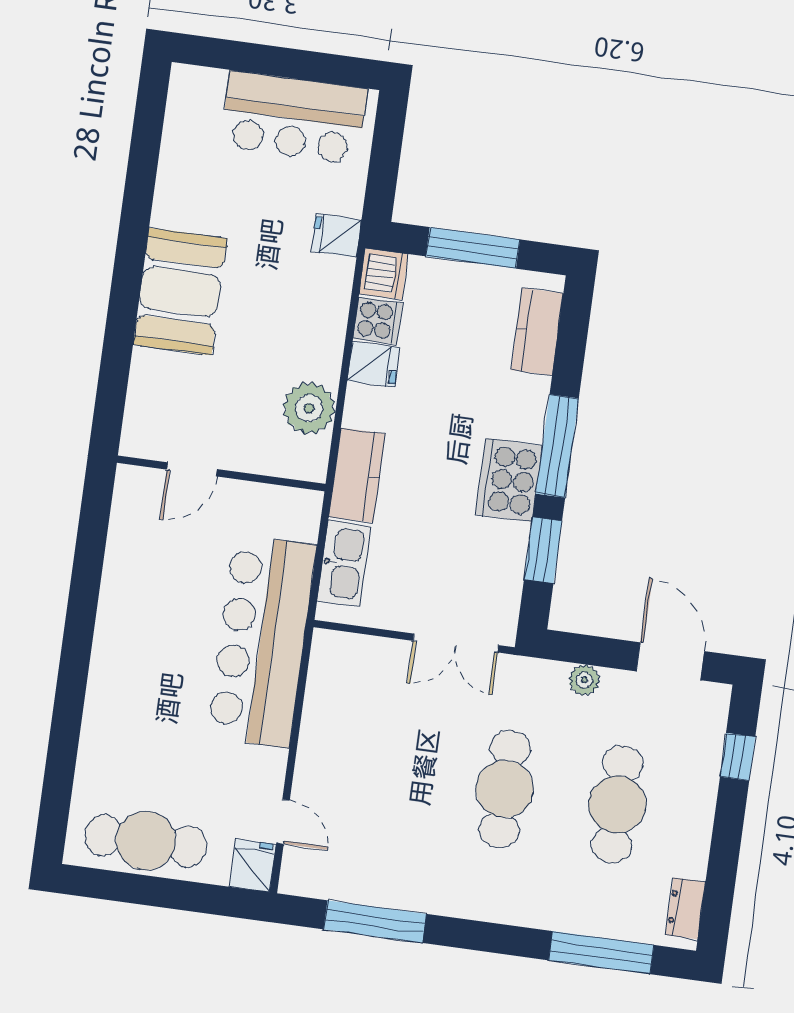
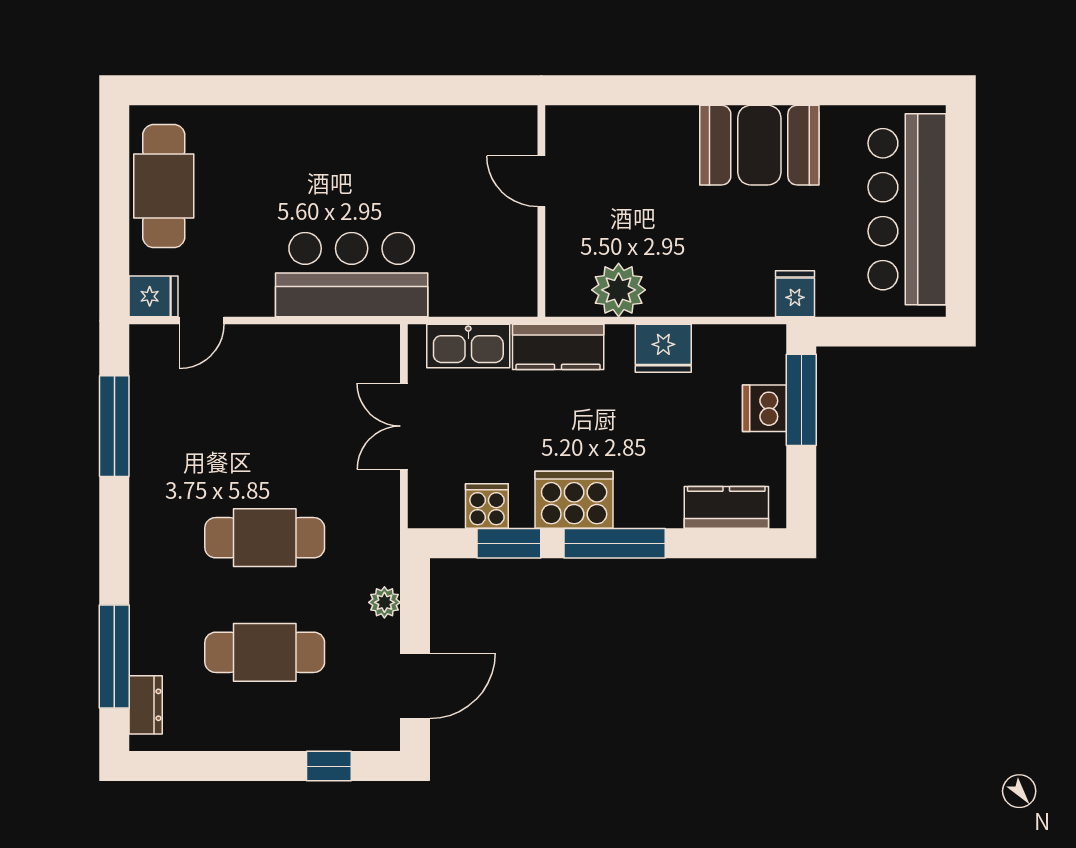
bar counter: (294, 117) -> (907, 209), width x1.36
window: (473, 248) -> (801, 400), moved
dishwasher: (384, 274) -> (765, 408), moved, turned 90
booth: (180, 292) -> (759, 145), moved
cooker: (378, 321) -> (487, 506), moved, turned 180
fridge: (373, 364) -> (663, 348), width x1.38
bar counter: (262, 641) -> (352, 275), width x0.73
double door: (456, 643) -> (404, 426), moved
dresser: (686, 908) -> (146, 705), moved, turned 90

